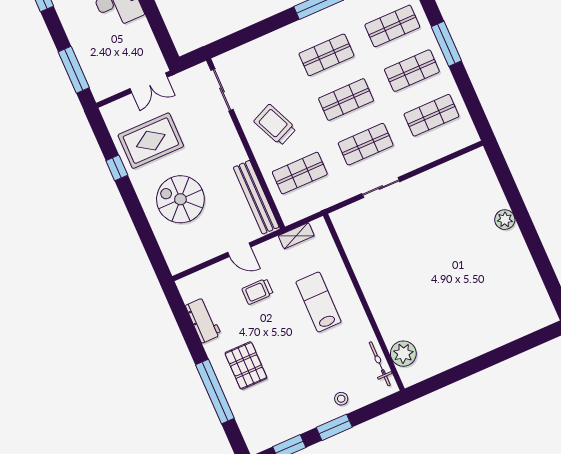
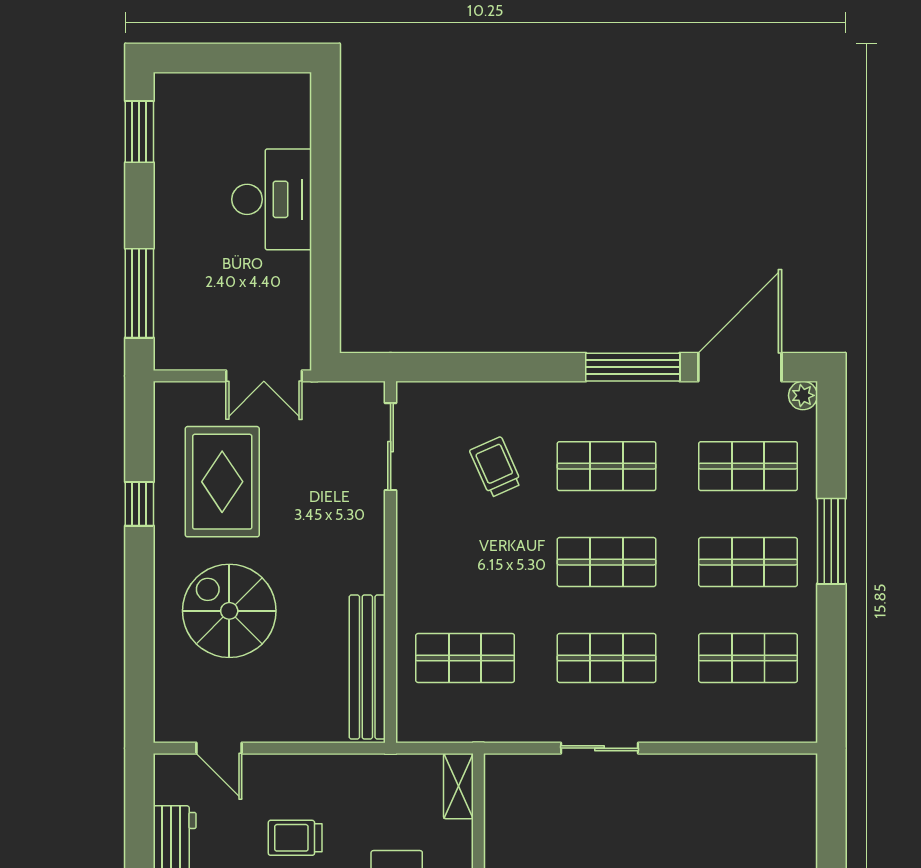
trolley: (275, 125) -> (496, 467), moved, width x0.73, depth x0.72
rug: (151, 141) -> (222, 482), turned 90
shelving: (296, 236) -> (458, 786), moved, turned 90
door: (239, 250) -> (219, 748), moved

